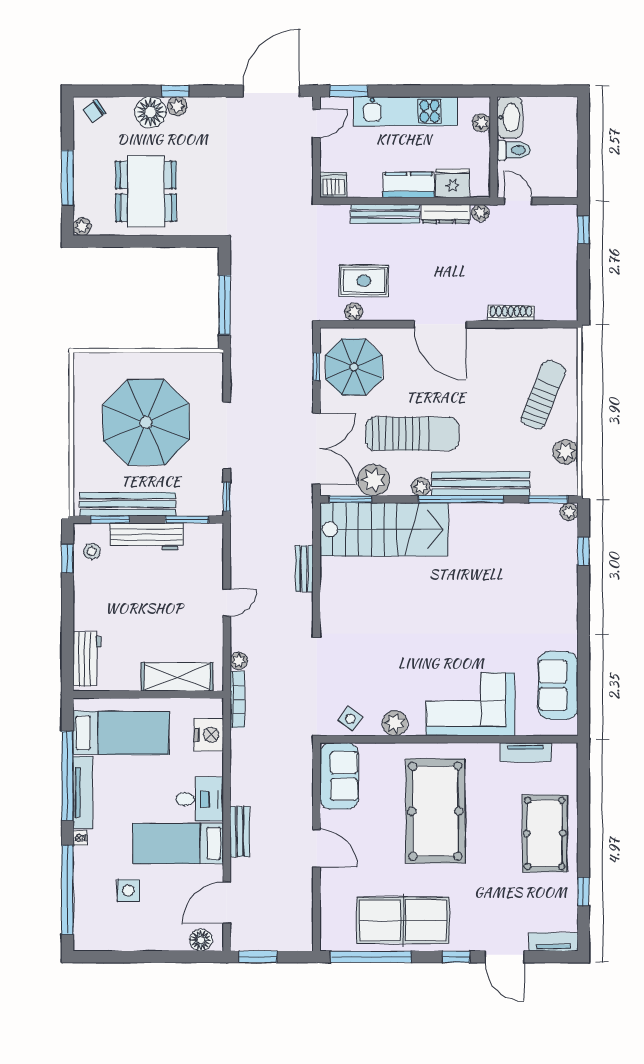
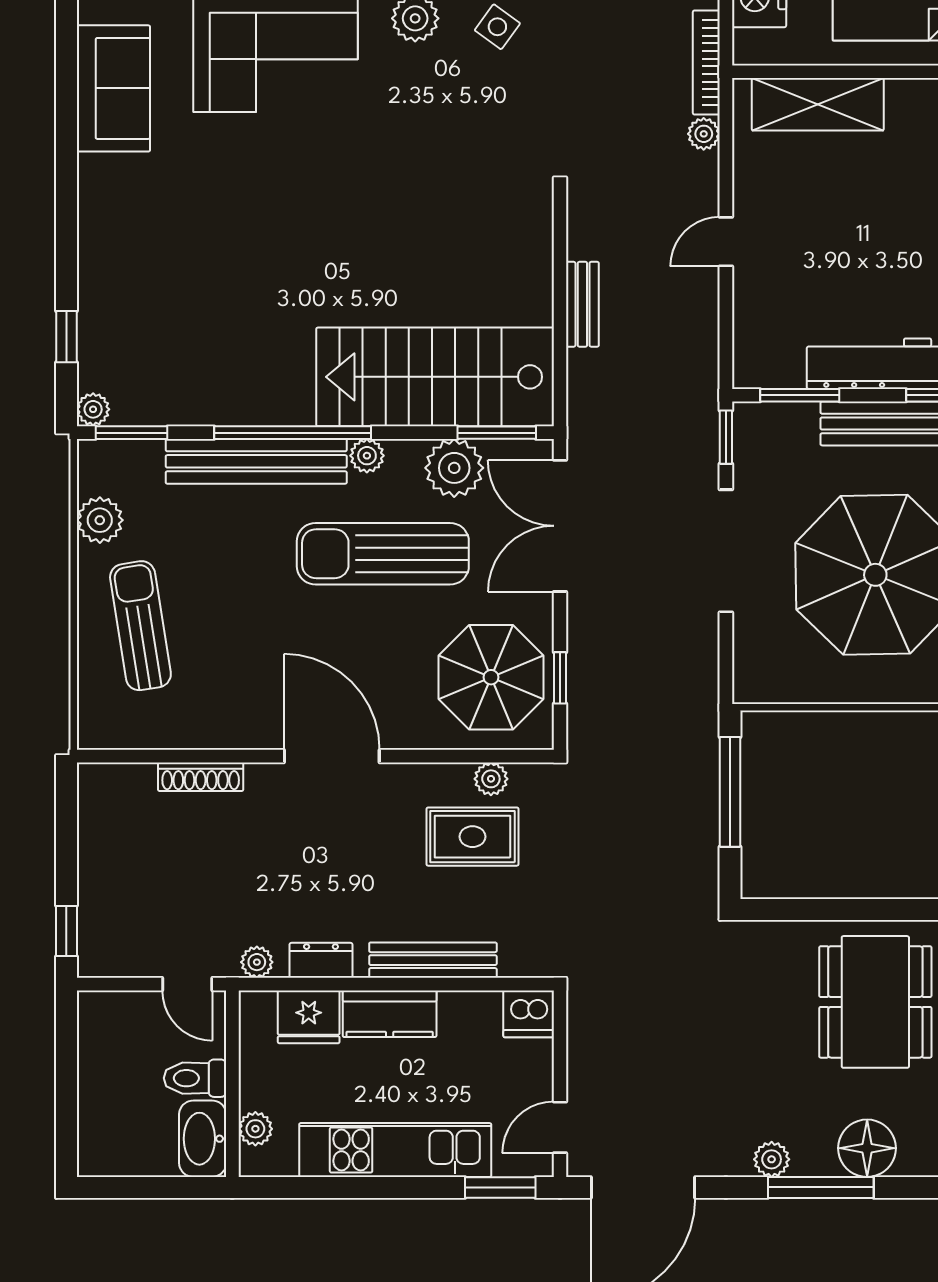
window: (175, 91) -> (821, 1187), width x2.17
plant: (177, 106) -> (772, 1159), moved
dresser: (446, 214) -> (321, 960), width x0.70
sun lounger: (543, 395) -> (140, 626), turned 149

